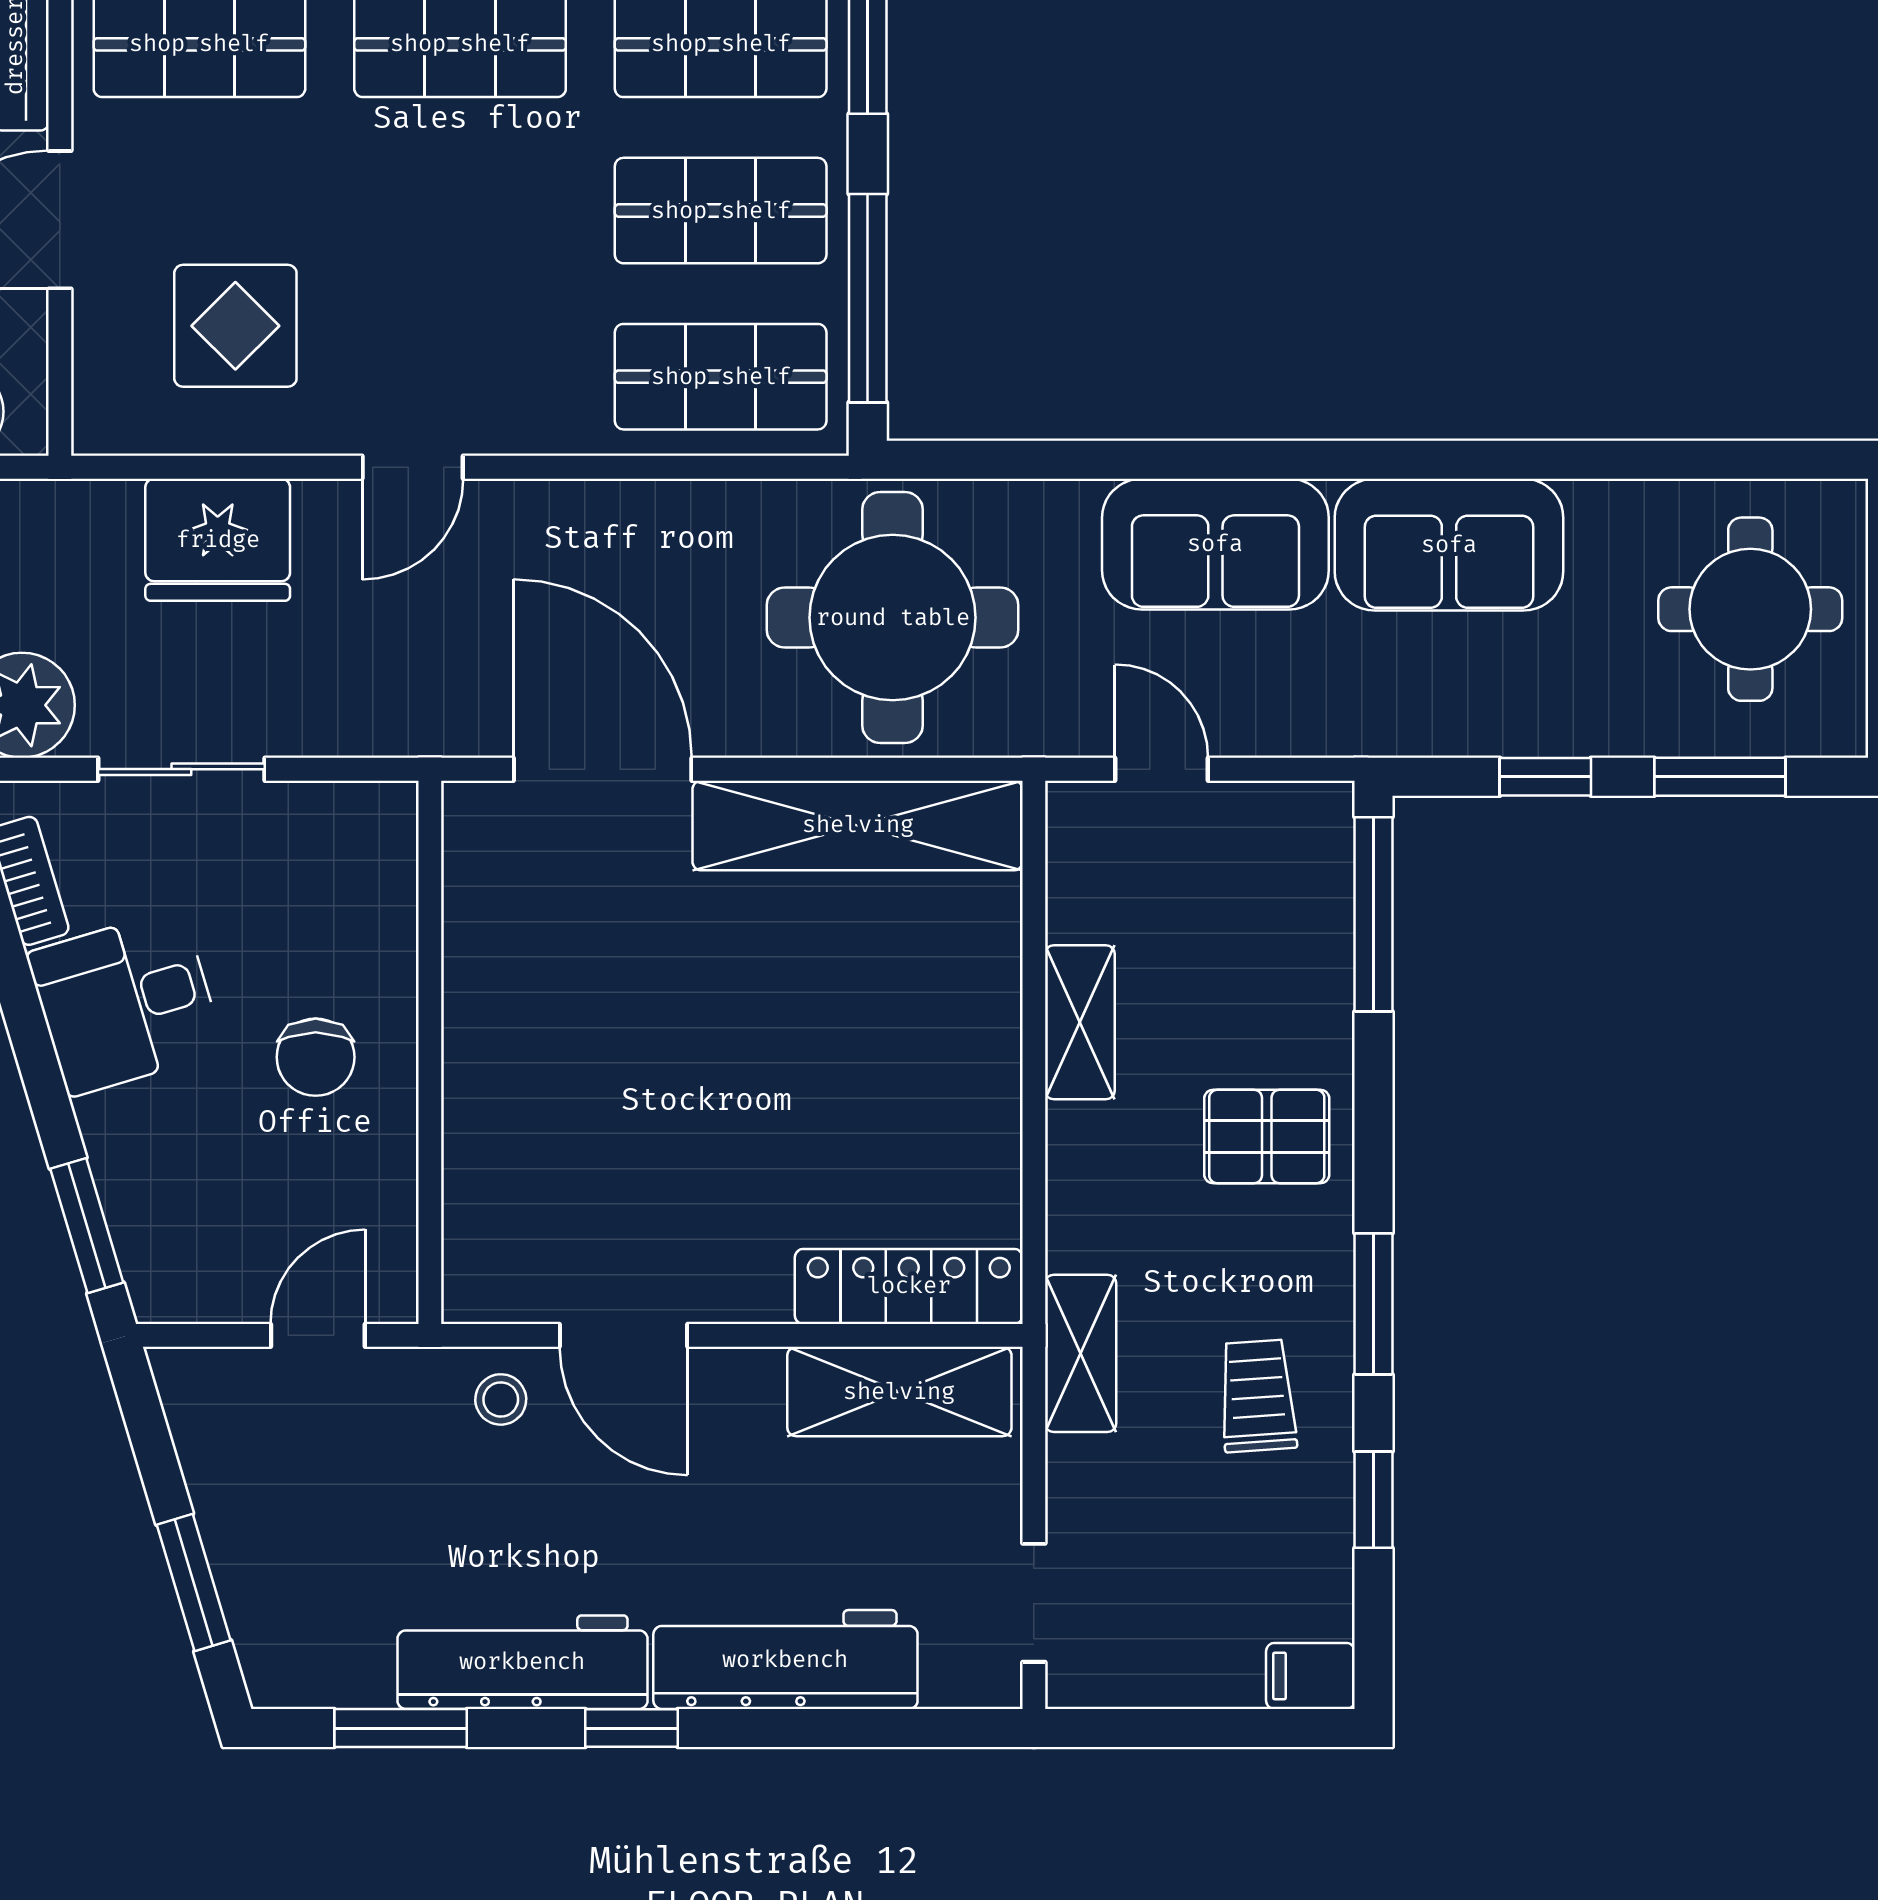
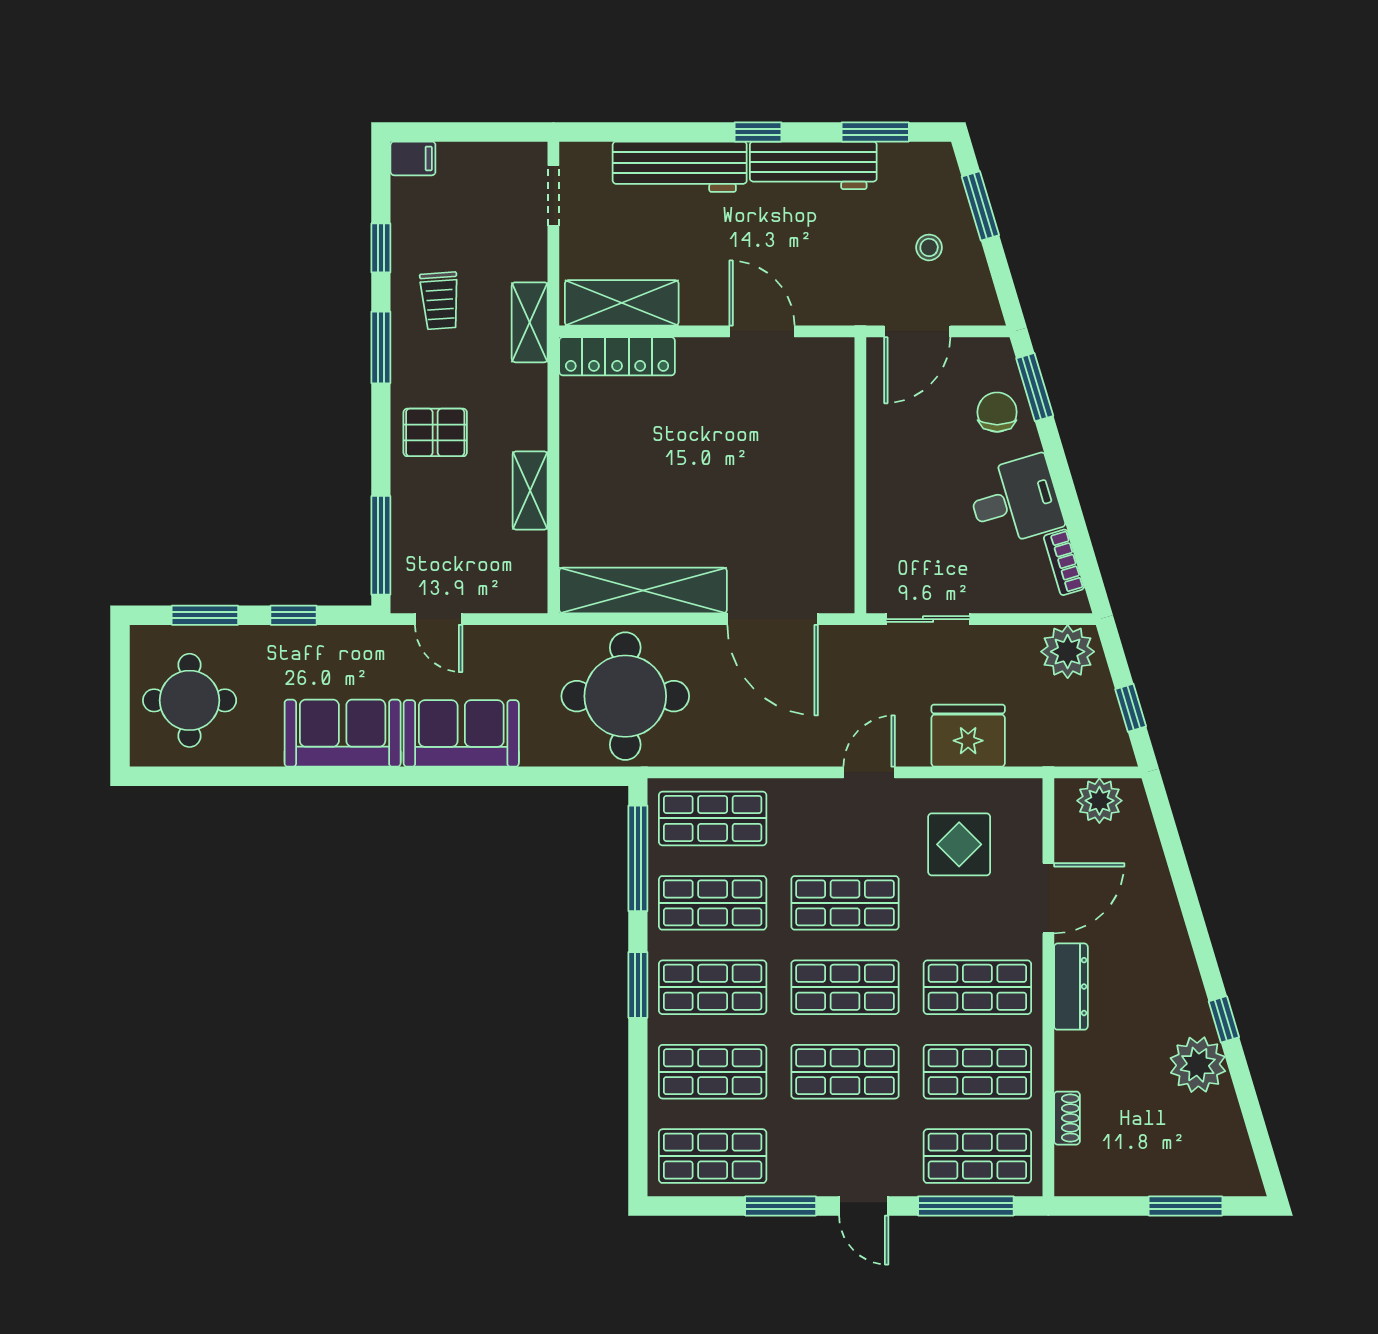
shop shelf: (460, 211) -> (845, 903), added
sliding door: (181, 769) -> (928, 619), moved
door: (1162, 769) -> (439, 619), moved
chair: (316, 1057) -> (997, 412), moved
door: (318, 1335) -> (917, 331), width x1.38
stool: (501, 1399) -> (929, 247), moved

